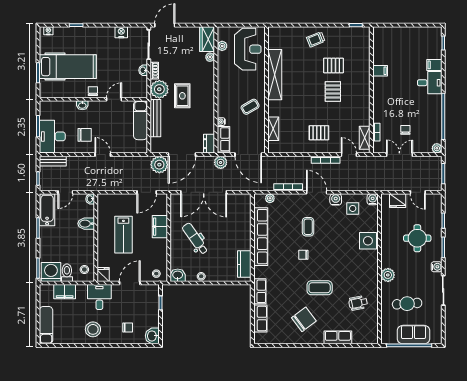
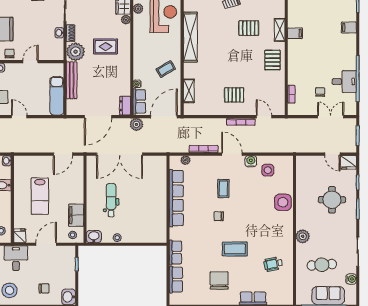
desk: (430, 83) -> (344, 82), moved
pallet: (333, 92) -> (272, 60), moved
rug: (182, 96) -> (106, 46), moved, turned 90
exam couch: (141, 120) -> (57, 96), moved
shelving: (365, 138) -> (280, 30), moved
plant: (437, 148) -> (351, 110), removed
door: (248, 155) -> (164, 117), swing flipped
double door: (399, 155) -> (331, 117), moved
plant: (159, 165) -> (76, 127), removed
water cooler: (373, 199) -> (288, 161), removed
fridge: (398, 201) -> (348, 162), moved
filing cabinet: (160, 227) -> (76, 215), moved
dental chair: (195, 239) -> (111, 200), turned 35
kitchen counter: (244, 264) -> (160, 225), removed
water cooler: (437, 267) -> (351, 279), moved
chair: (304, 319) -> (219, 281), turned -53

